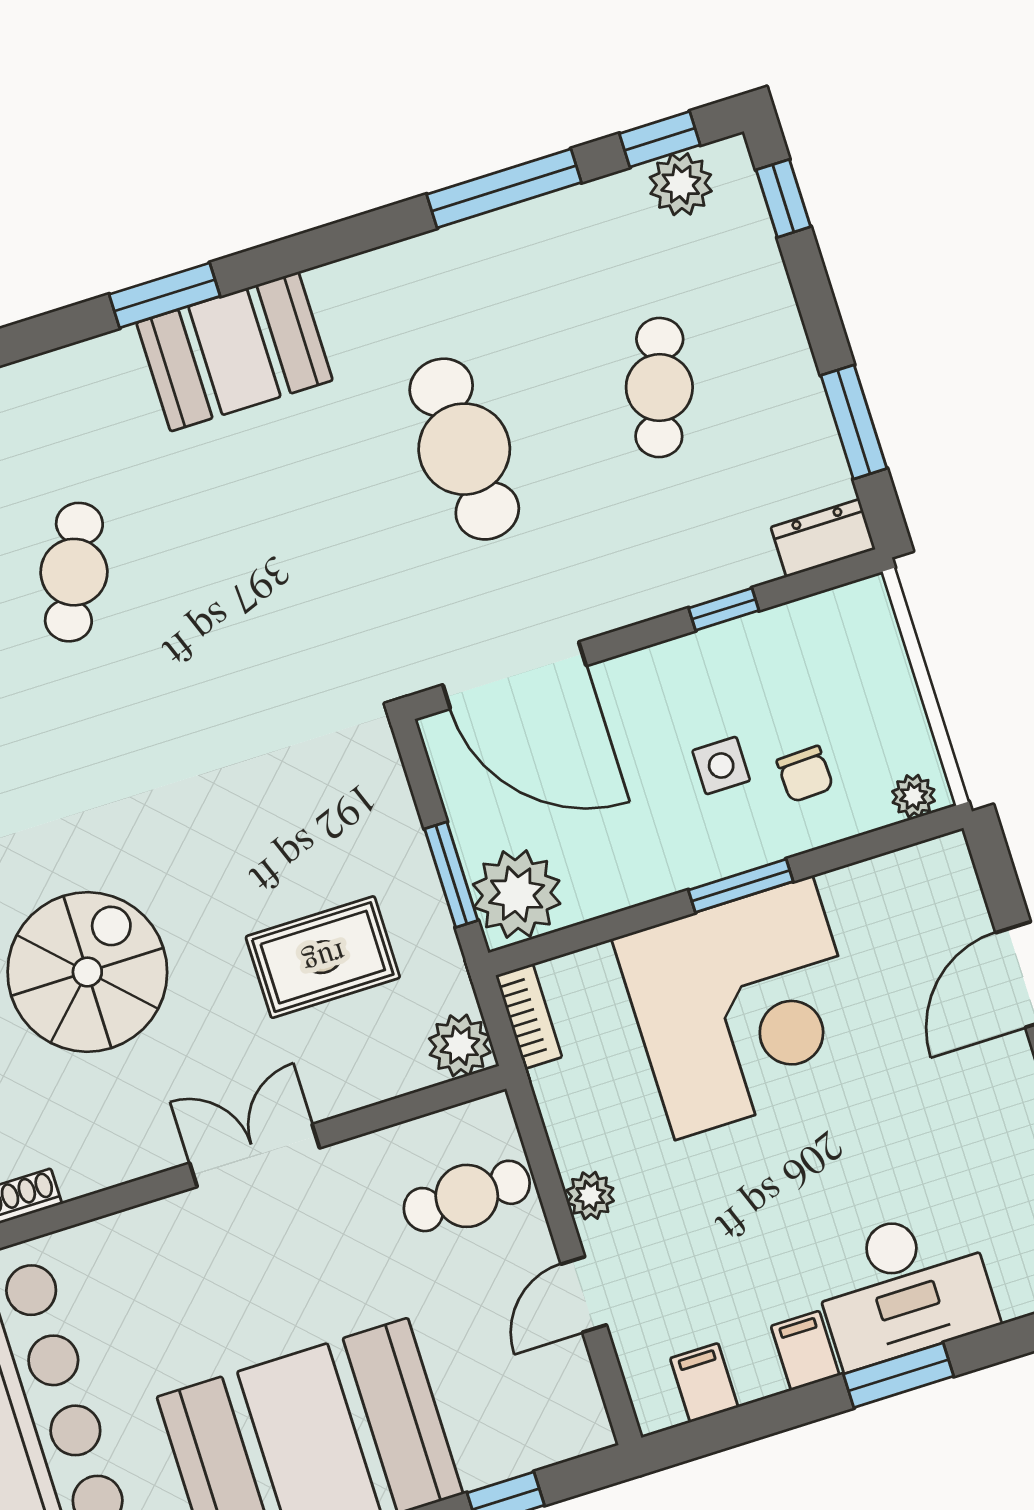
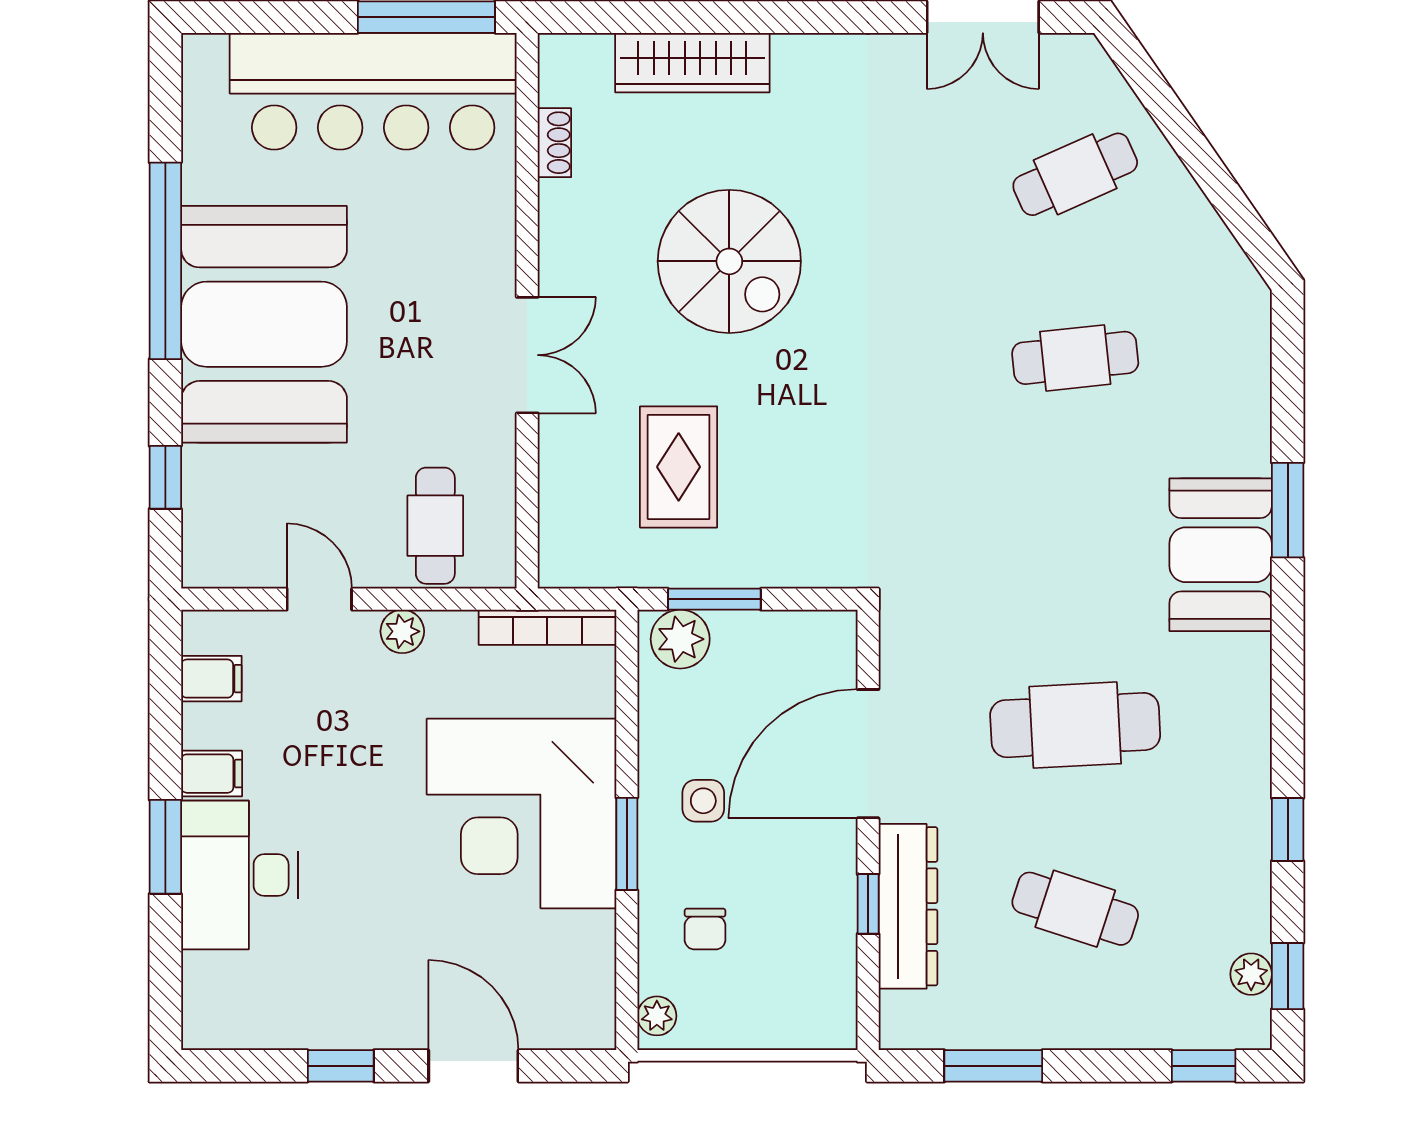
plant: (681, 184) -> (1251, 974), width x0.73, depth x0.73
window: (504, 188) -> (1288, 829), width x0.46
dresser: (823, 538) -> (908, 906), moved, width x1.96, depth x1.24
cafe table: (74, 572) -> (1075, 358), turned -30
door: (514, 675) -> (868, 754), moved
side table: (721, 766) -> (703, 801), moved
chair: (805, 774) -> (705, 929), turned -88
plant: (517, 894) -> (680, 639), width x0.73, depth x0.73
bookcase: (529, 1016) -> (547, 627), width x1.56
plant: (460, 1045) -> (566, 560), removed

